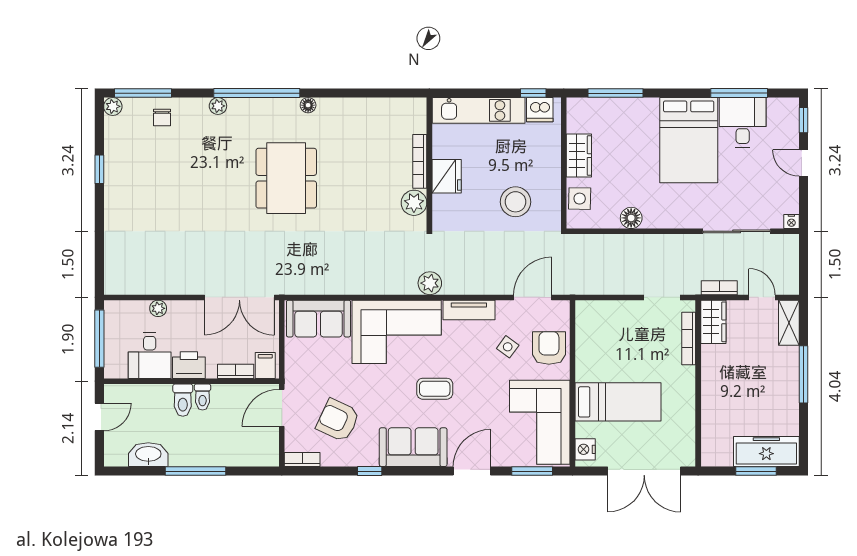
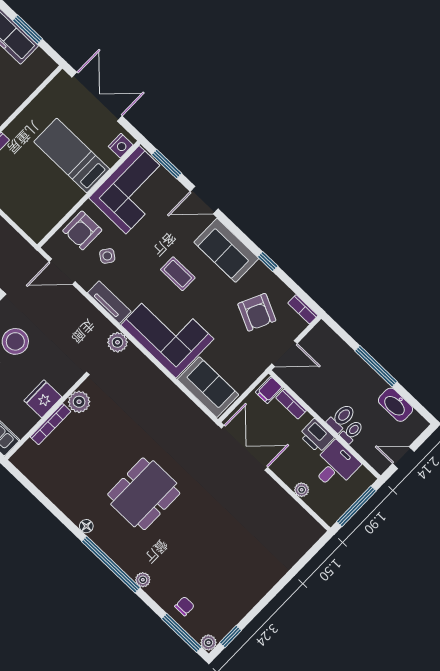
window: (99, 169) -> (231, 637), moved
toilet: (203, 397) -> (352, 432), moved

